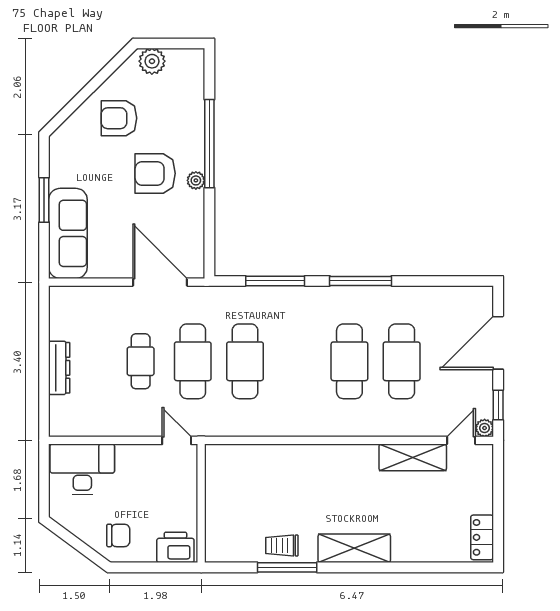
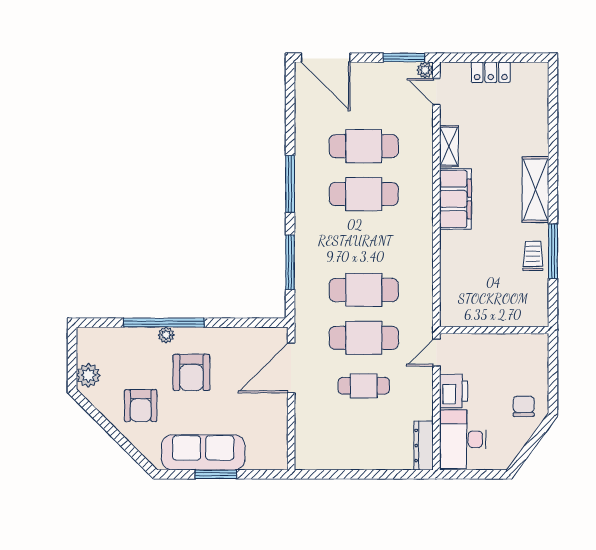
plant: (196, 180) -> (166, 335), moved
sofa: (68, 233) -> (203, 452), moved
door: (498, 343) -> (326, 58), moved
dresser: (59, 368) -> (424, 445), moved, turned -90
window: (498, 405) -> (404, 58), width x1.50
shelving: (413, 457) -> (449, 146), width x0.67, depth x0.75
filing cabinet: (344, 461) -> (455, 199), added
locker: (482, 537) -> (491, 72), moved
trolley: (282, 545) -> (533, 256), turned 180
printer: (175, 547) -> (454, 391), moved, turned 180

